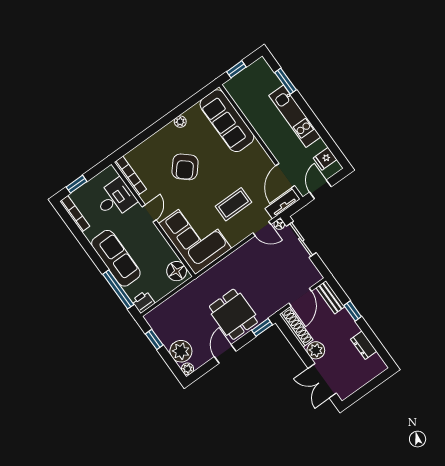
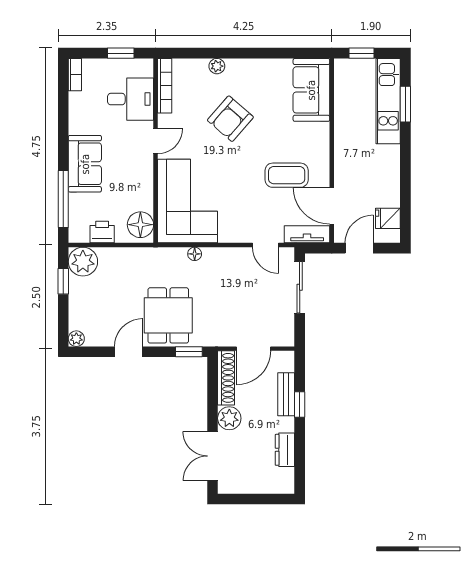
kitchen unit: (295, 116) -> (388, 101), moved
sofa: (227, 121) -> (311, 90), width x0.73
plant: (180, 122) -> (217, 66), moved
door: (285, 176) -> (332, 206), hinge flipped
window: (77, 184) -> (121, 53), moved
coffee table: (233, 204) -> (287, 175), moved
bookcase: (75, 214) -> (75, 75), width x0.64
floor lamp: (279, 224) -> (195, 254), moved
sofa: (116, 258) -> (85, 164), width x0.73
bench: (330, 297) -> (286, 394), moved
printer: (143, 302) -> (102, 232), moved
plant: (181, 351) -> (83, 262), moved

